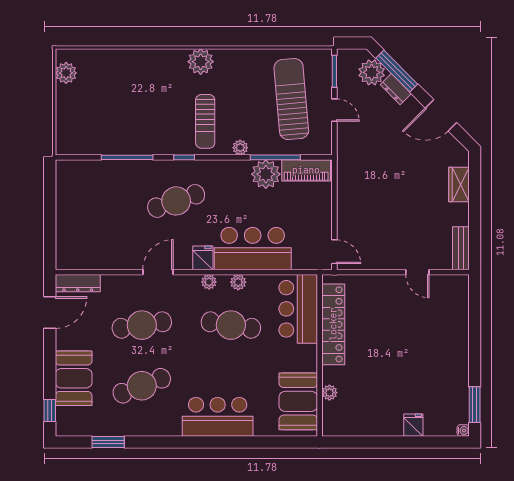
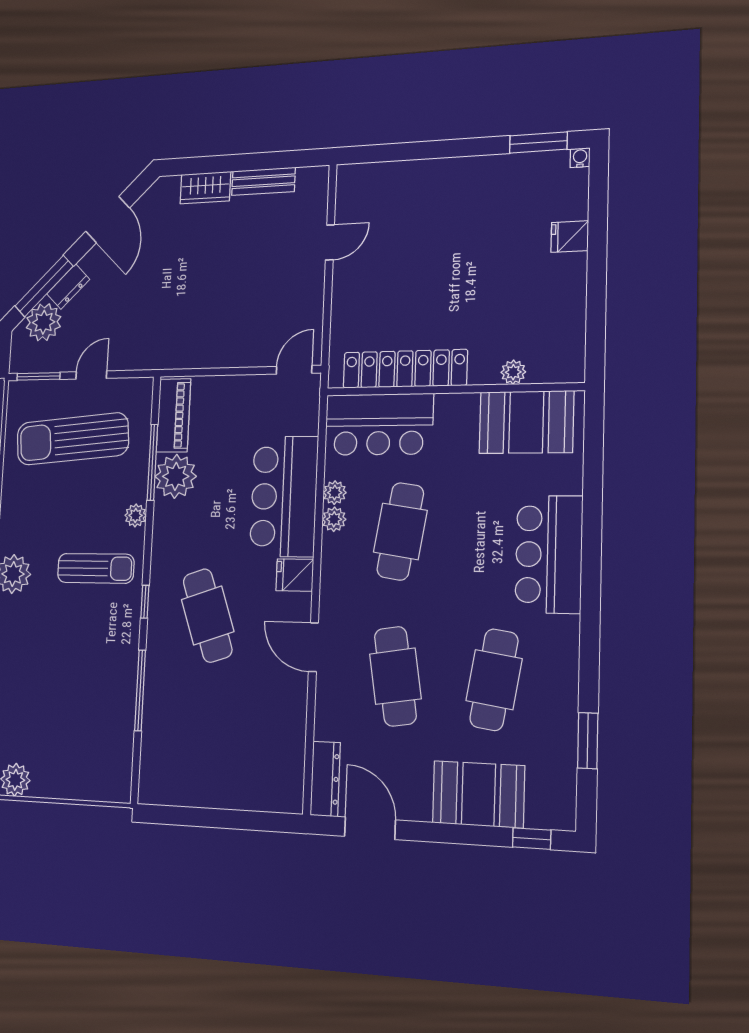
bench: (461, 248) -> (263, 181), moved
plant: (209, 282) -> (335, 493), moved
cafe table: (142, 386) -> (494, 680), turned 30

